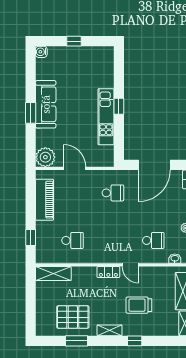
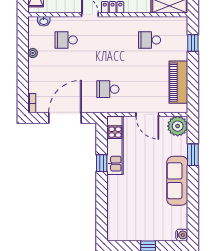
window: (119, 106) -> (102, 163), moved
window: (31, 113) -> (193, 155), moved
kitchen unit: (106, 117) -> (115, 146), moved

